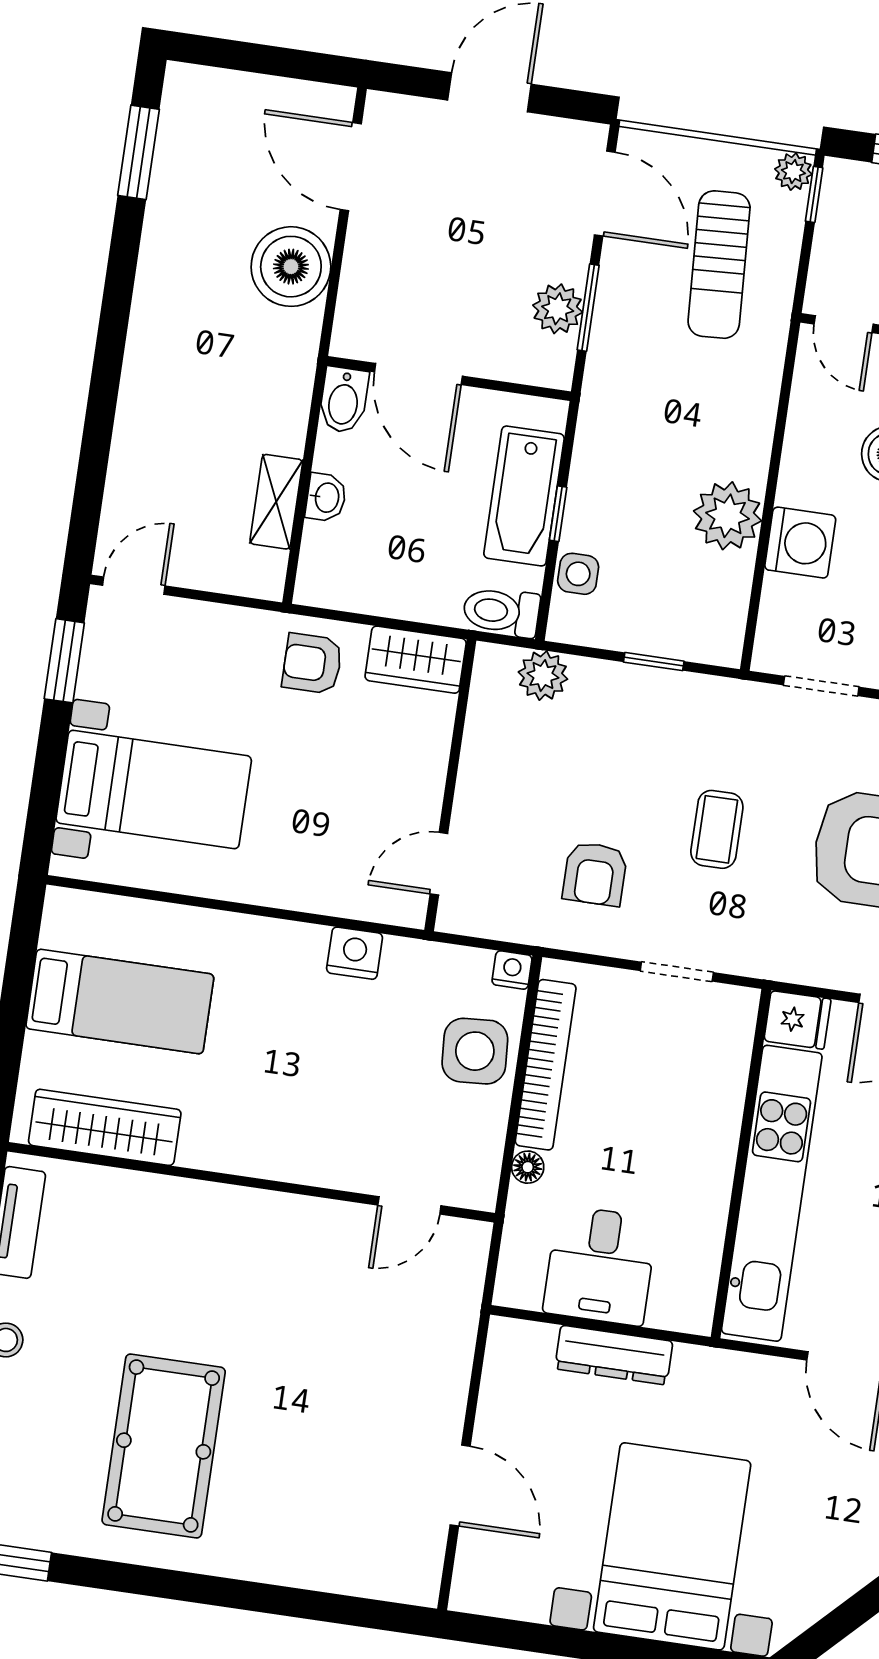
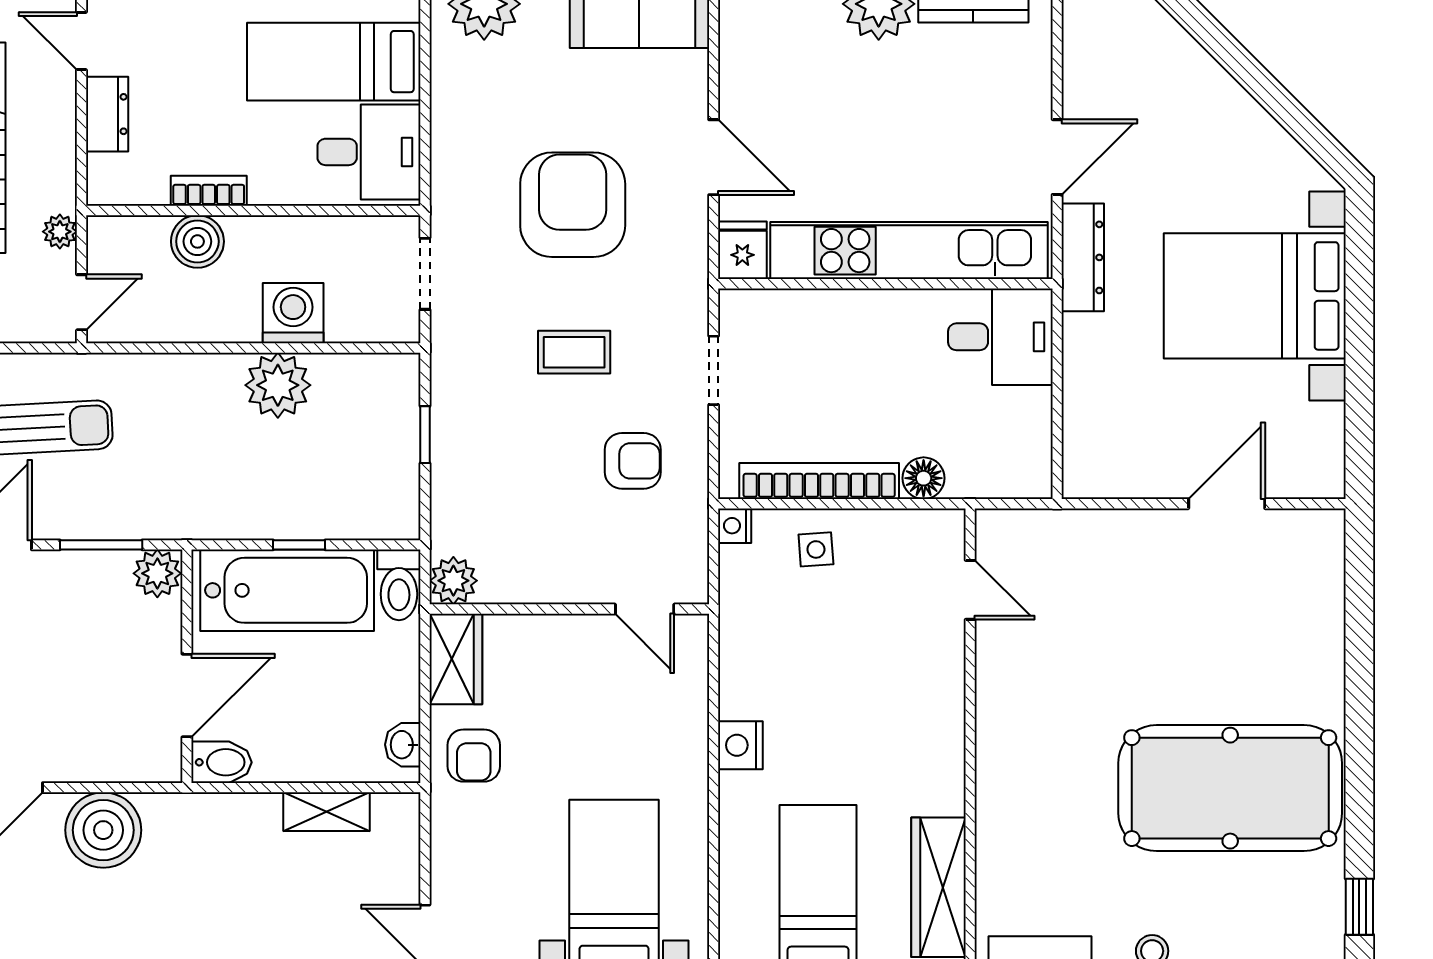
plant: (558, 309) -> (157, 573), moved
bathtub: (524, 496) -> (287, 590), width x1.36, depth x1.36
washbasin: (326, 497) -> (403, 745), moved, turned -90
side table: (578, 574) -> (353, 518), removed
plant: (543, 676) -> (453, 581), moved
nightstand: (355, 953) -> (740, 745), moved
side table: (475, 1051) -> (816, 549), width x0.54, depth x0.54
floor lamp: (528, 1167) -> (924, 478), width x1.37, depth x1.37
desk: (600, 1265) -> (1000, 337), moved
dresser: (614, 1355) -> (1083, 257), moved
pool table: (164, 1446) -> (1230, 788), width x1.36, depth x1.32

